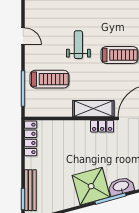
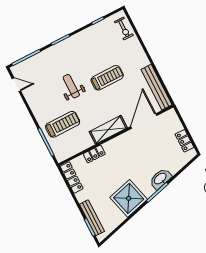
door: (23, 36) -> (16, 85), moved
locker: (102, 126) -> (94, 154), moved
shower: (91, 186) -> (129, 198), moved

